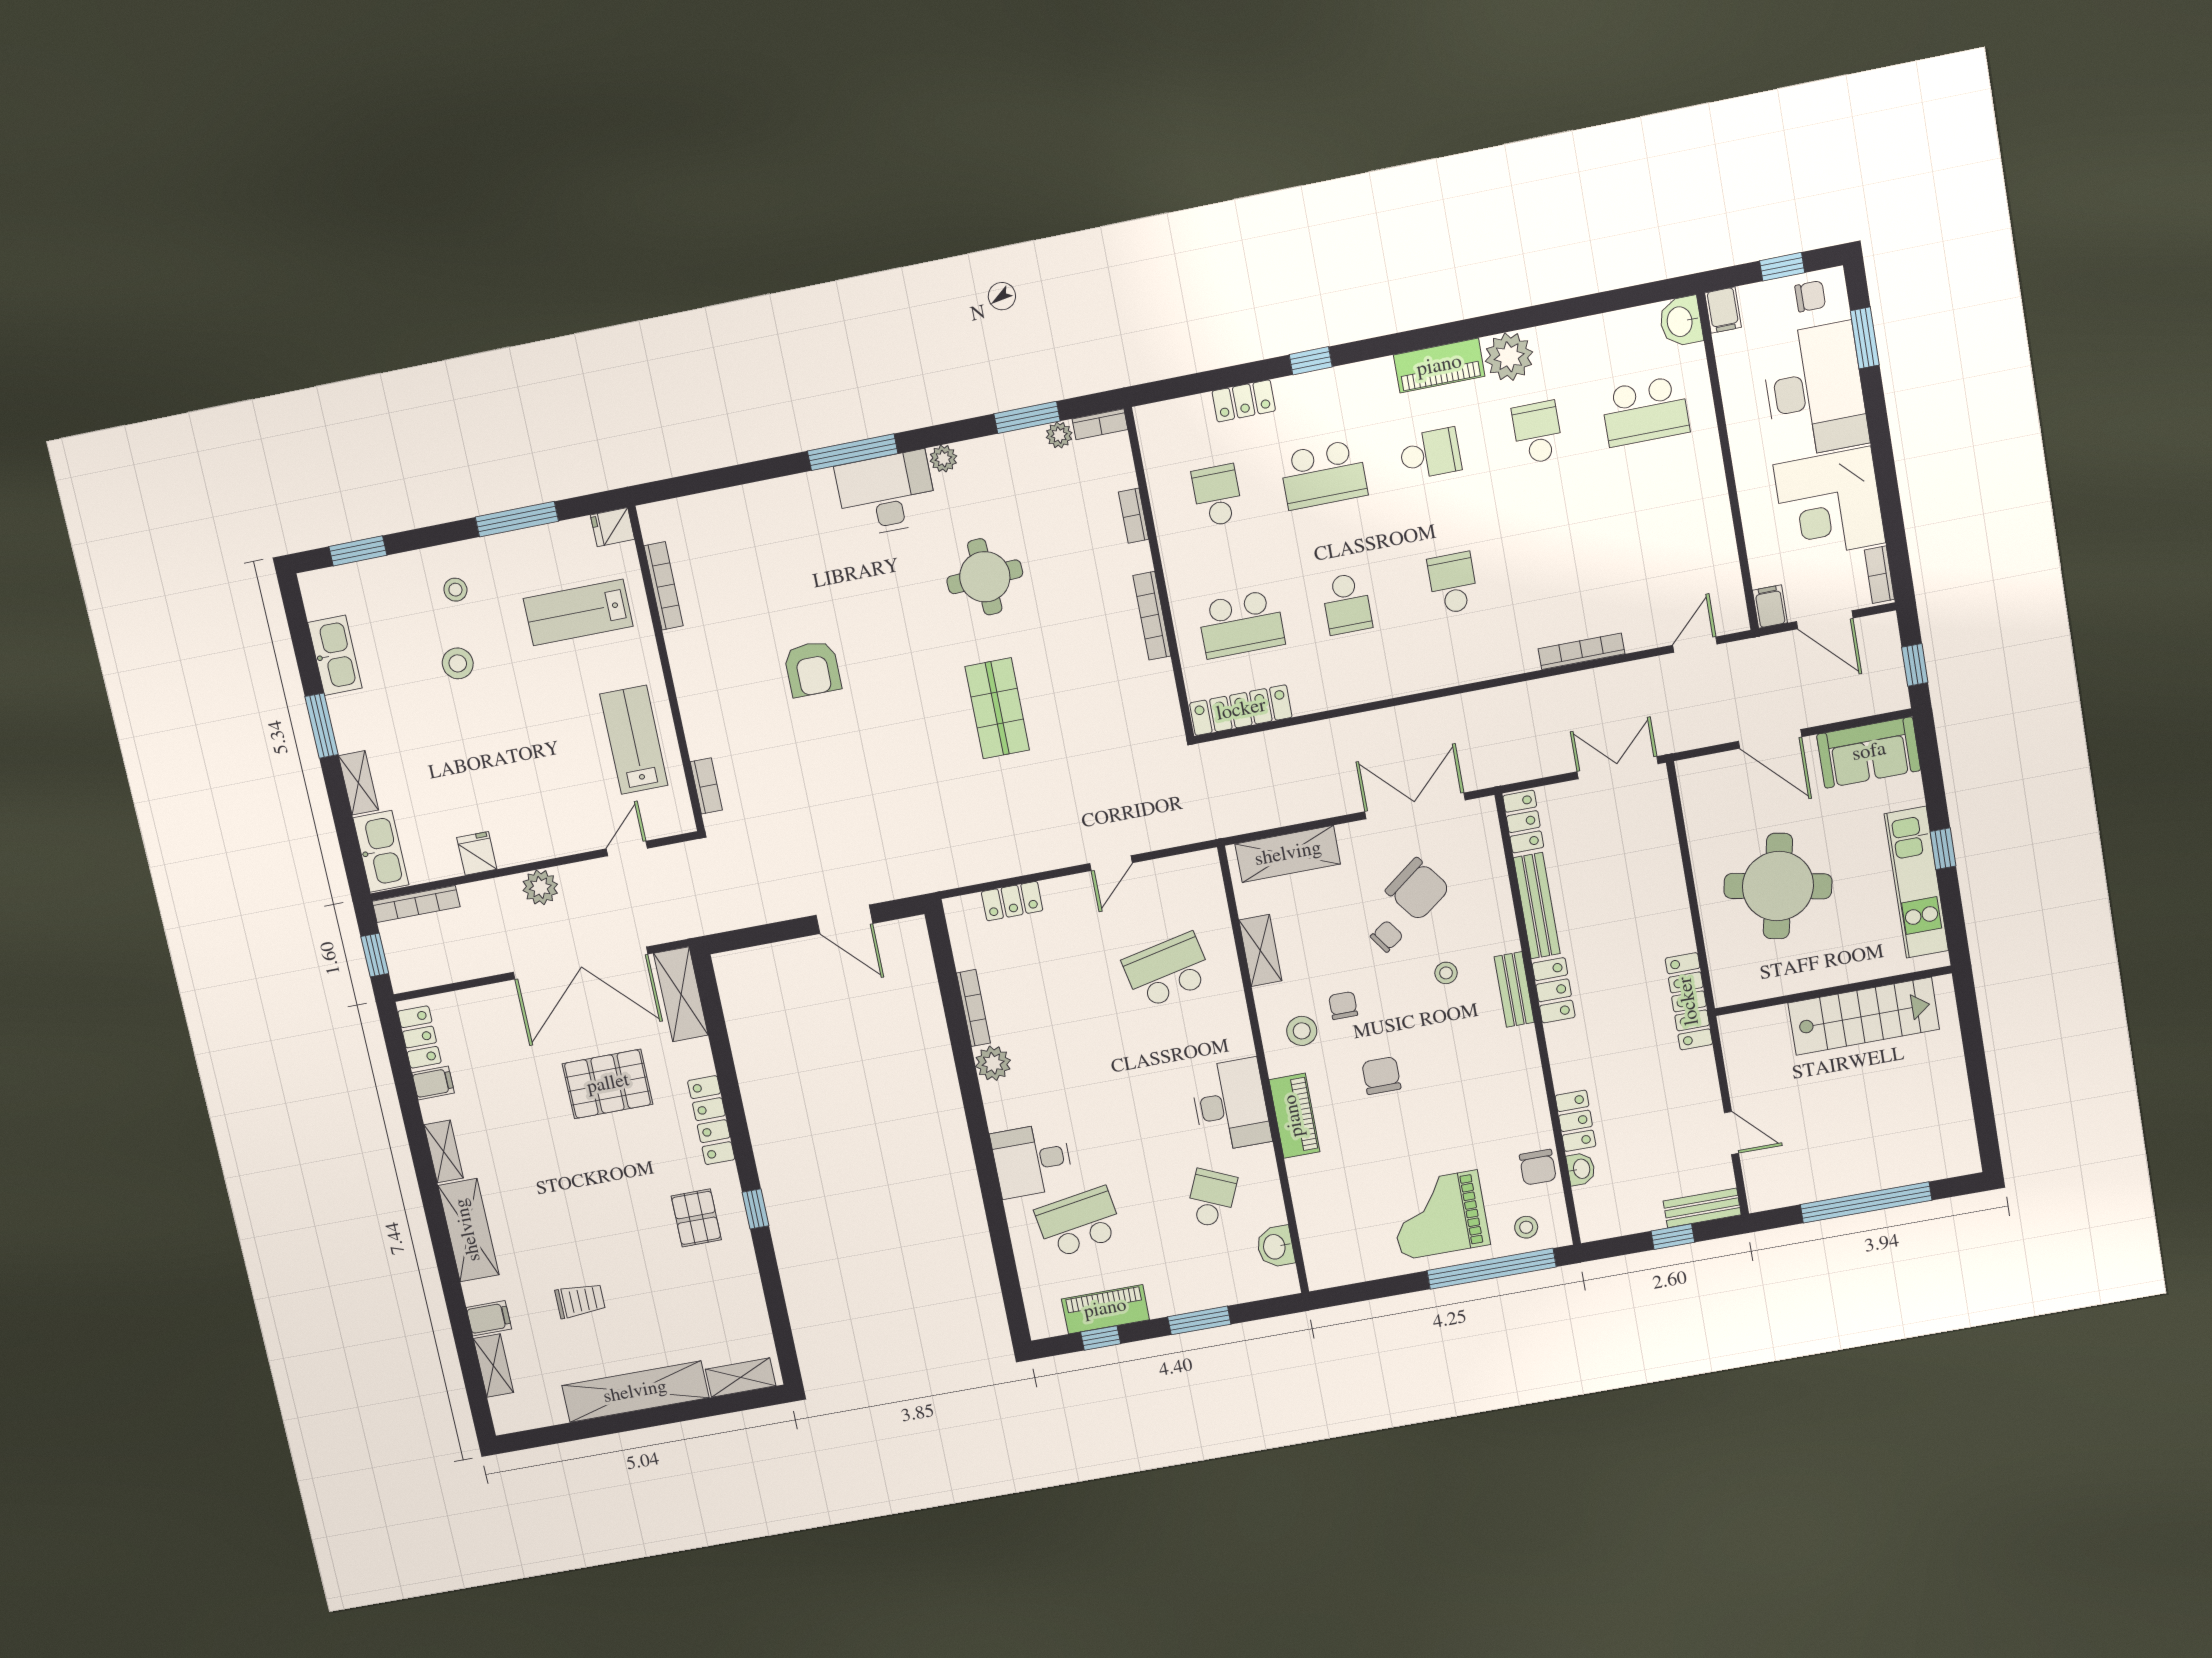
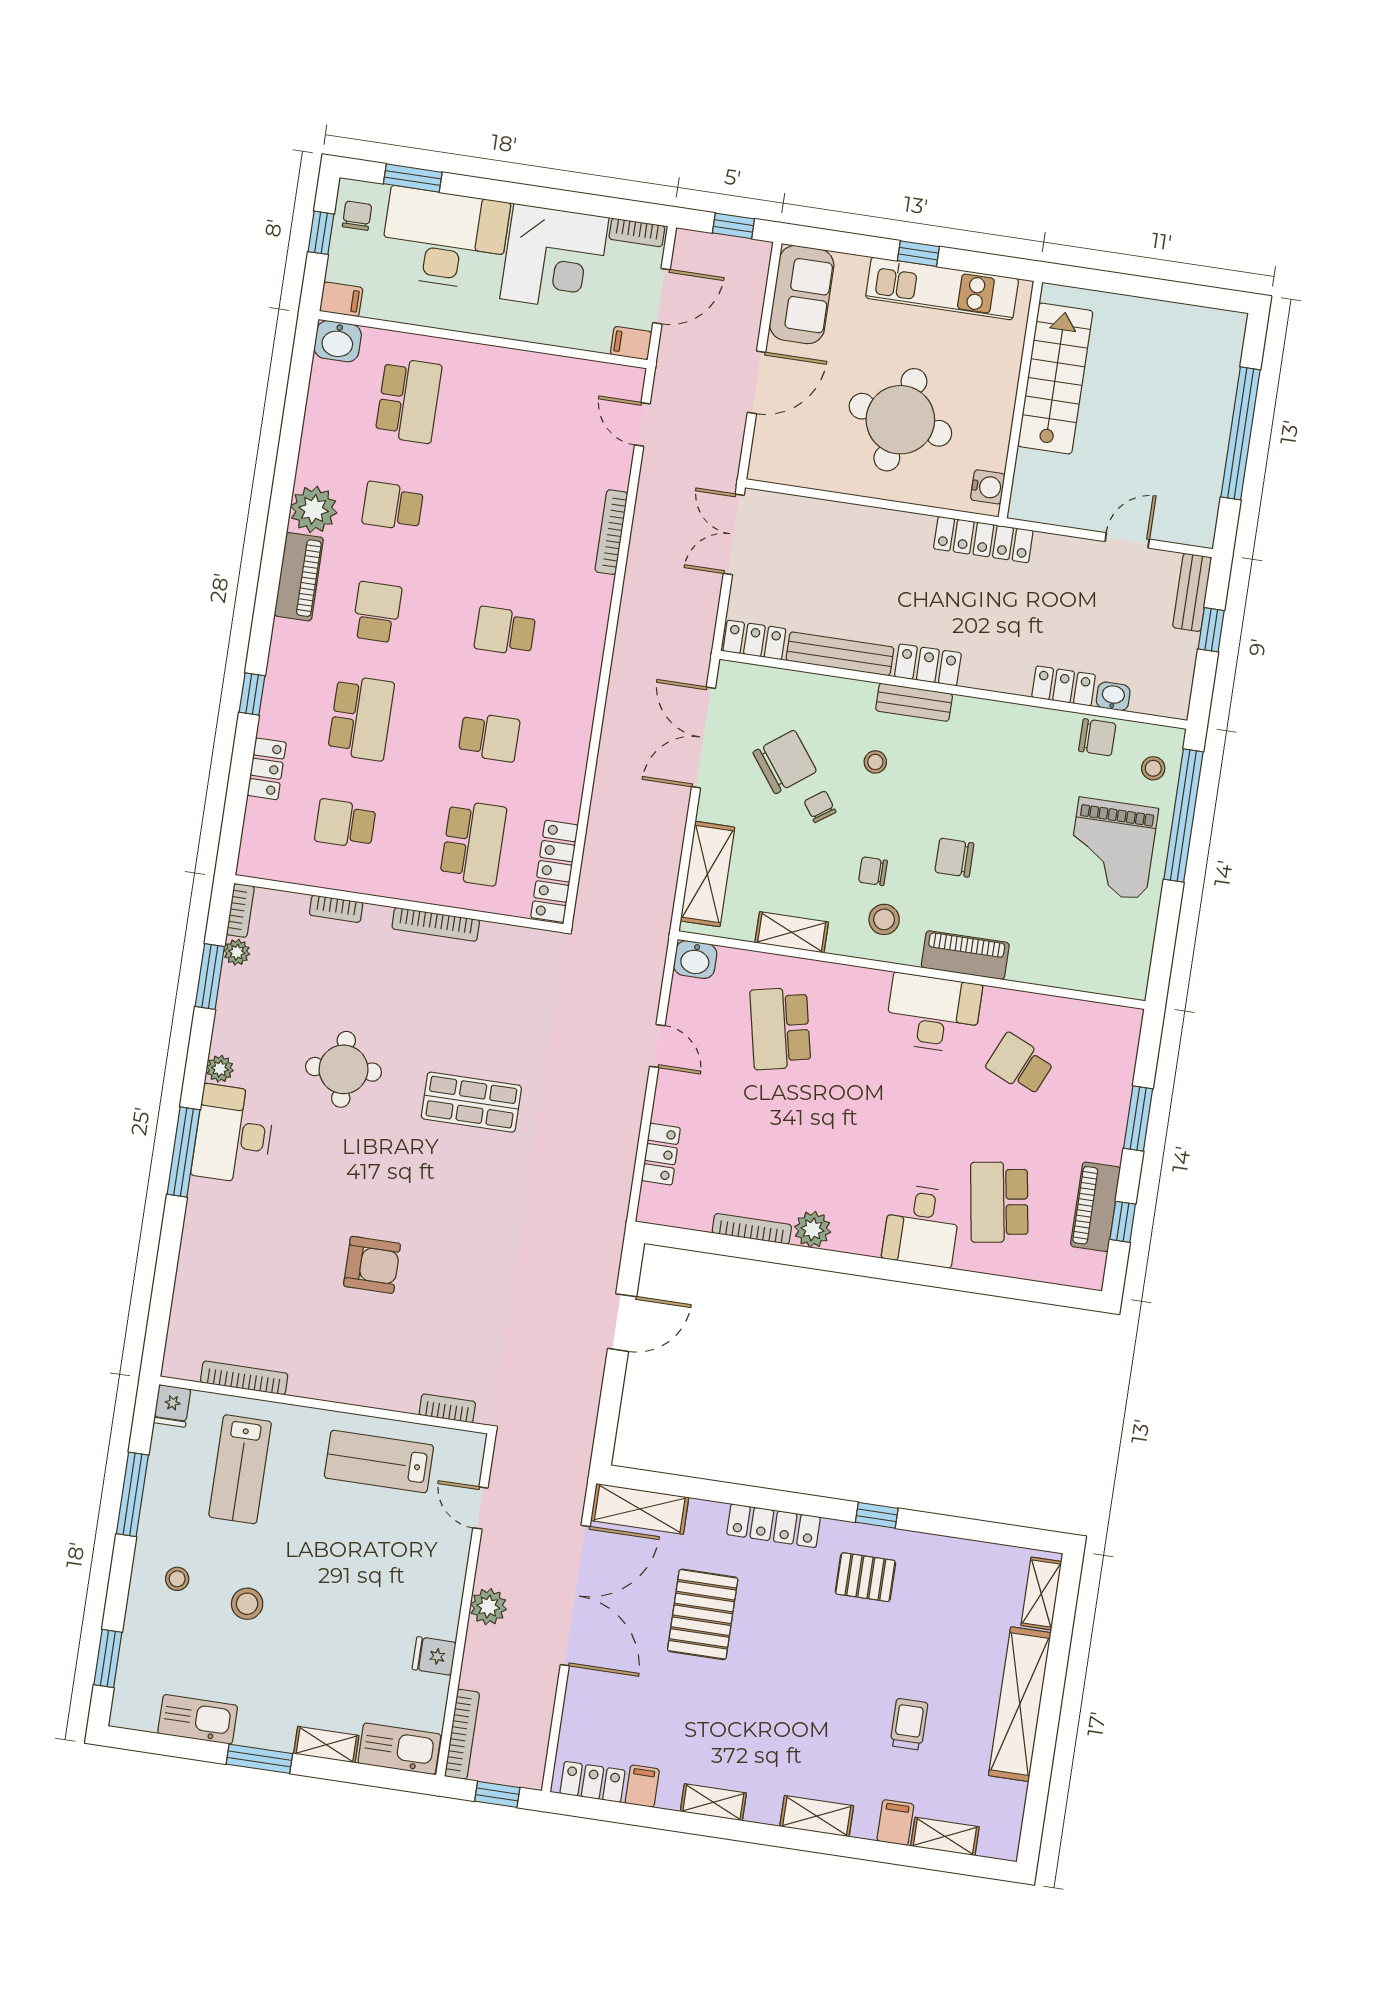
water cooler: (1740, 989) -> (988, 487), added
shelving: (468, 1230) -> (817, 1816), width x0.67, depth x0.75
washbasin: (1275, 1247) -> (695, 960), moved

